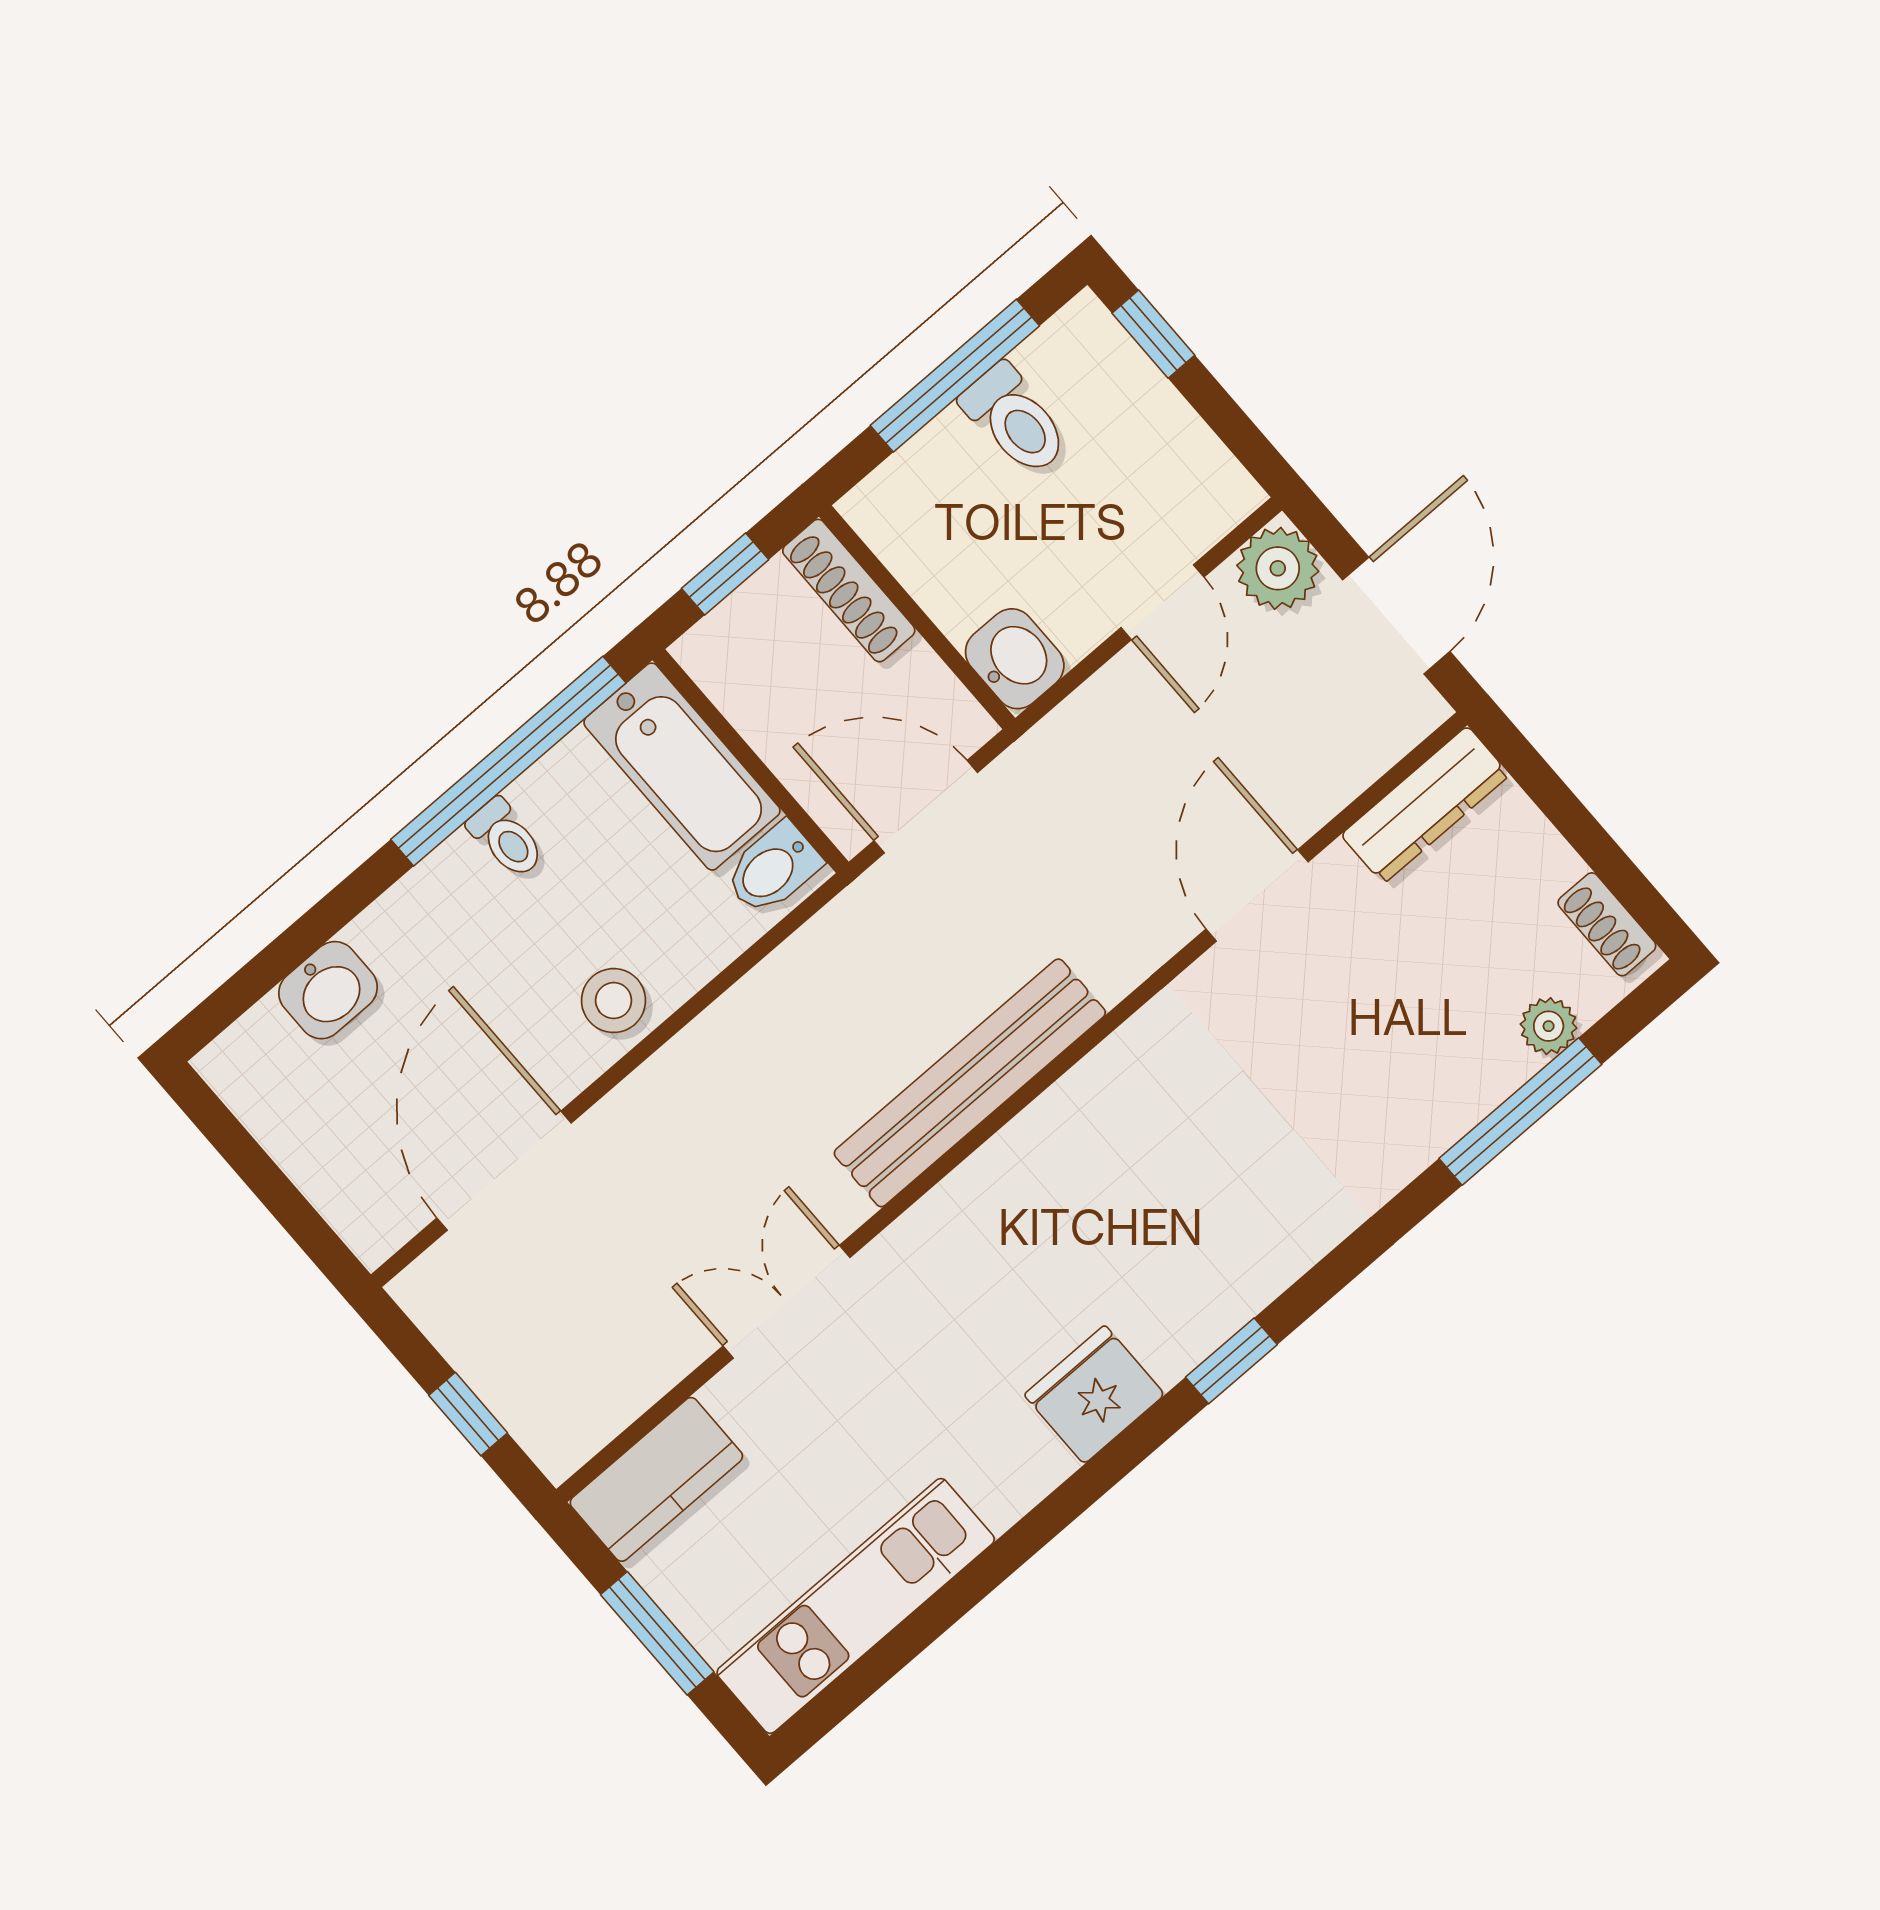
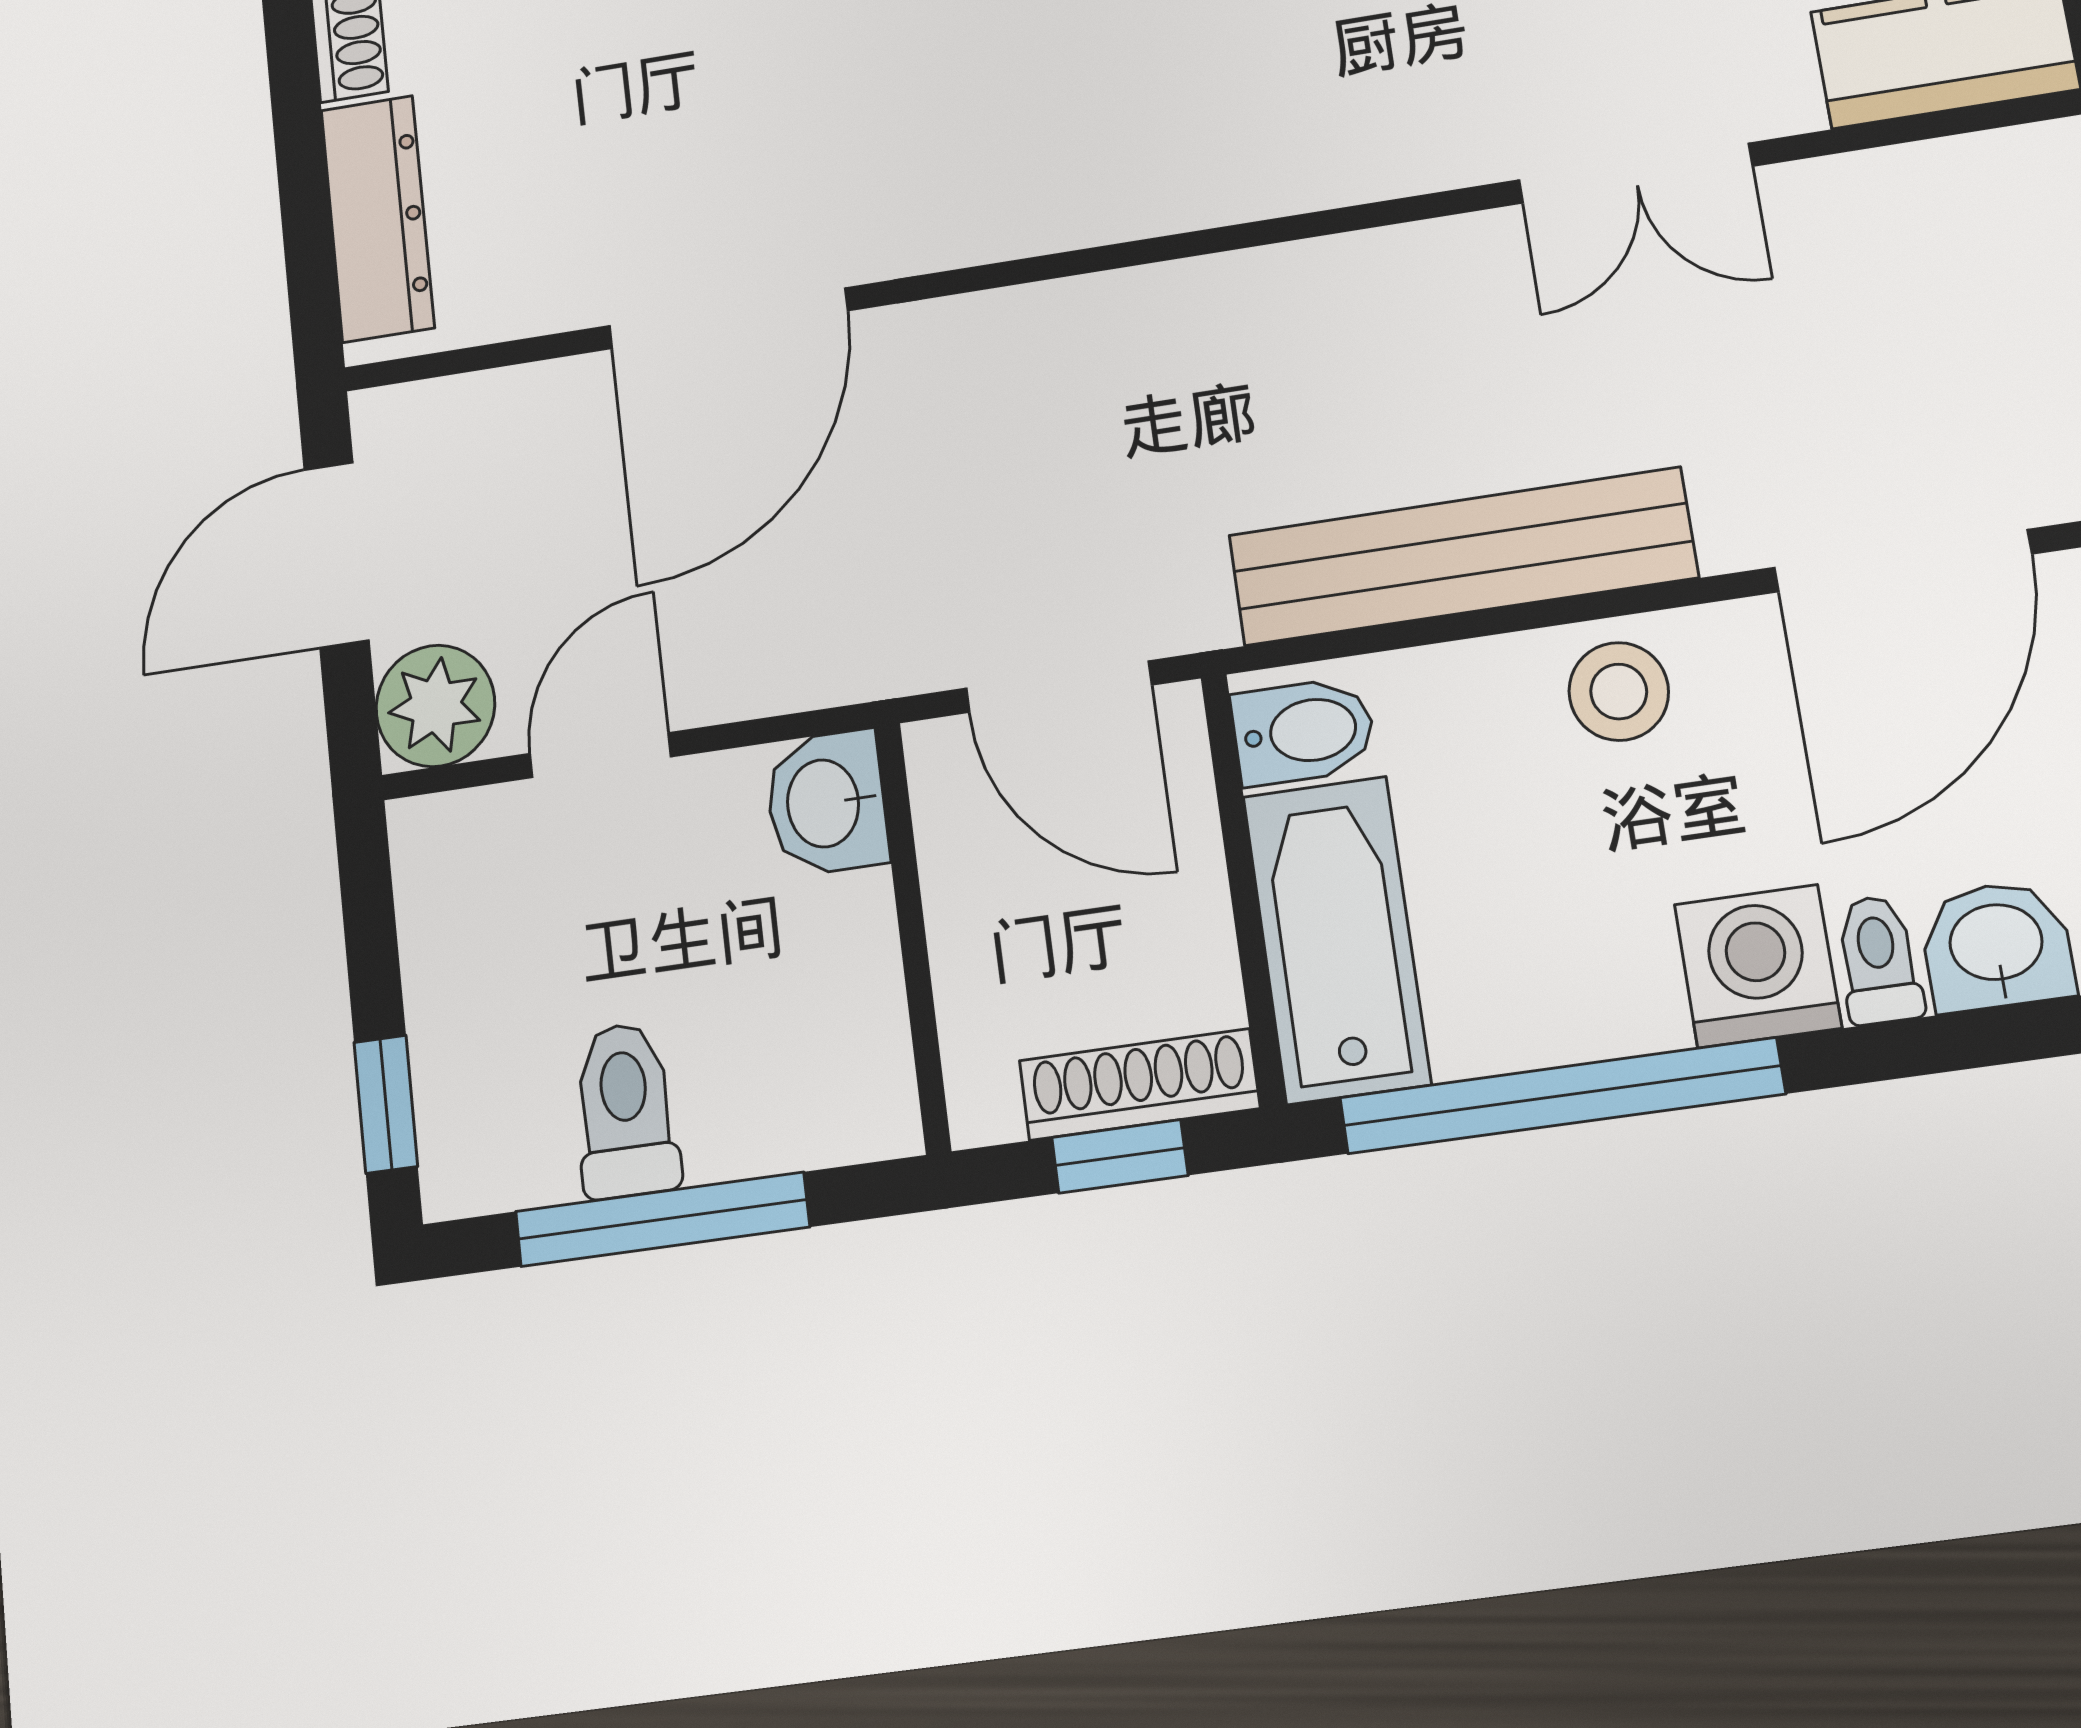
shoe rack: (849, 591) -> (1139, 1085), moved, turned -90
dresser: (1425, 805) -> (378, 219), moved, turned 90
toilet: (506, 838) -> (1878, 960), moved
door: (1257, 895) -> (728, 318), width x1.36
washing machine: (447, 898) -> (1758, 966), added
bench: (970, 1083) -> (1462, 556), moved

